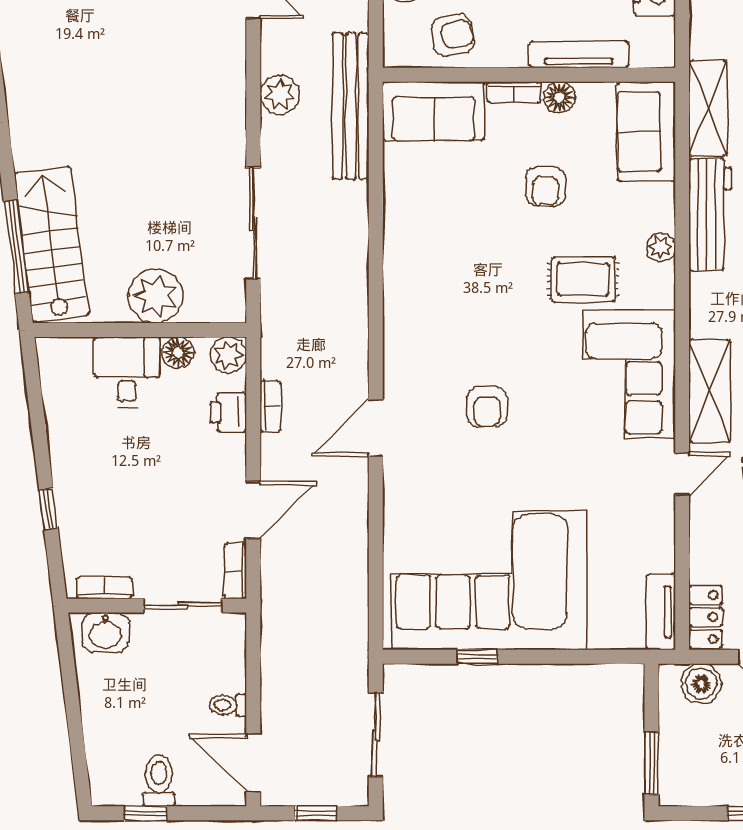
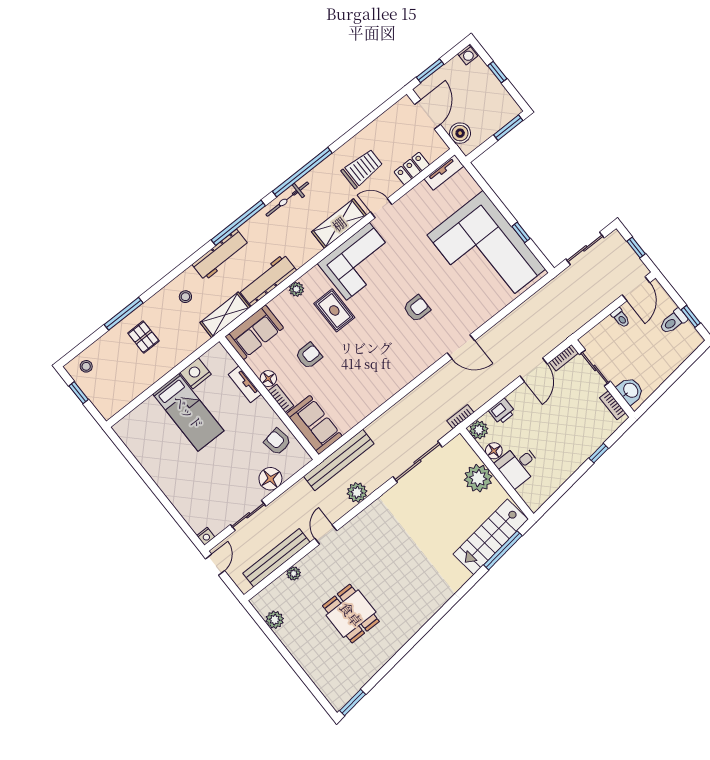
tv unit: (579, 55) -> (245, 384), width x0.71
bookcase: (270, 406) -> (460, 417), moved
door: (253, 510) -> (534, 370), swing flipped
locker: (706, 617) -> (412, 168), moved

